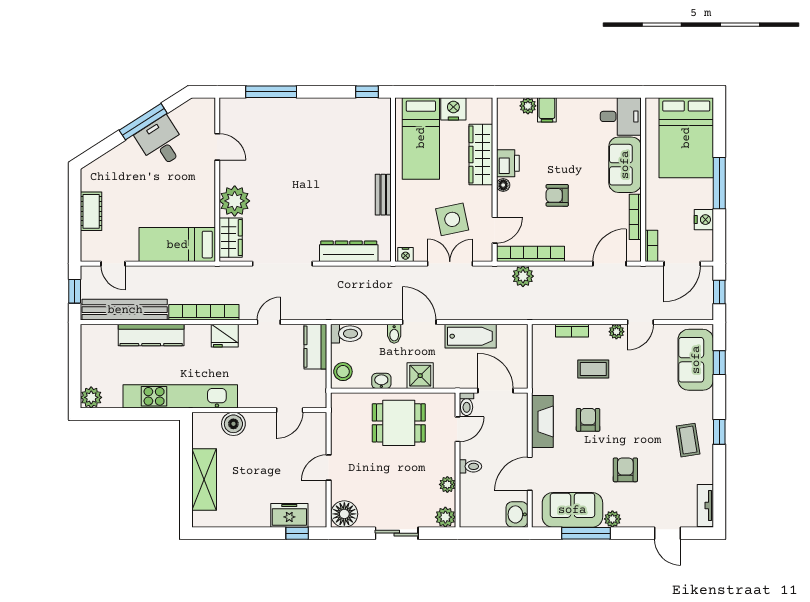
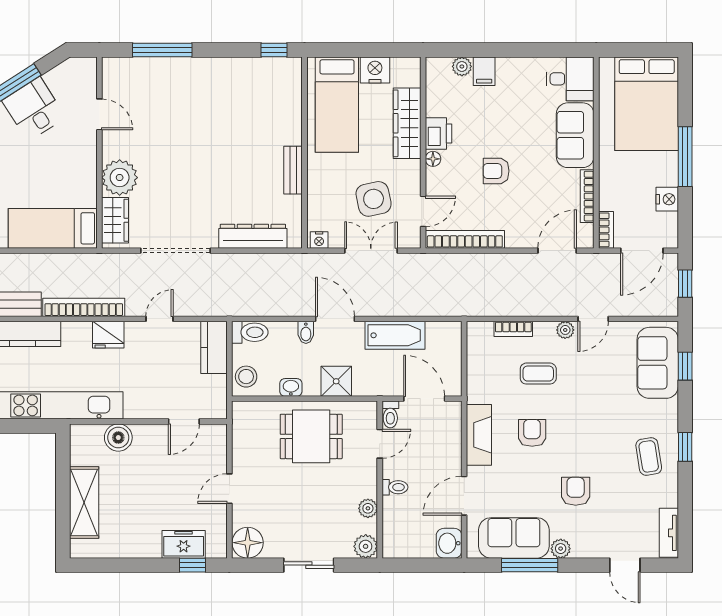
plant: (523, 276) -> (456, 265), removed

